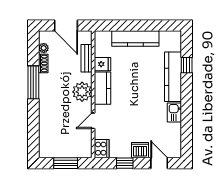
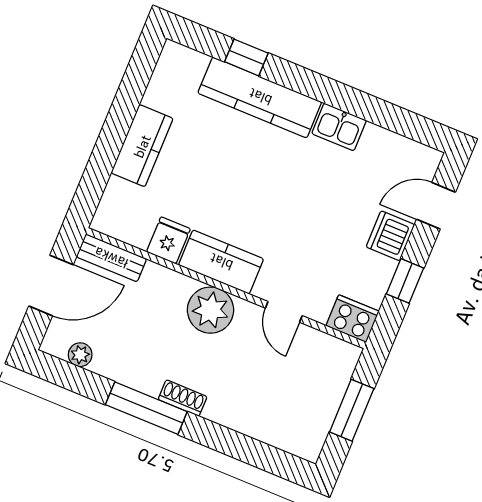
kitchen counter: (135, 39) -> (142, 146), width x0.67
bench: (87, 58) -> (111, 258), moved
shoe rack: (43, 63) -> (183, 398), moved

